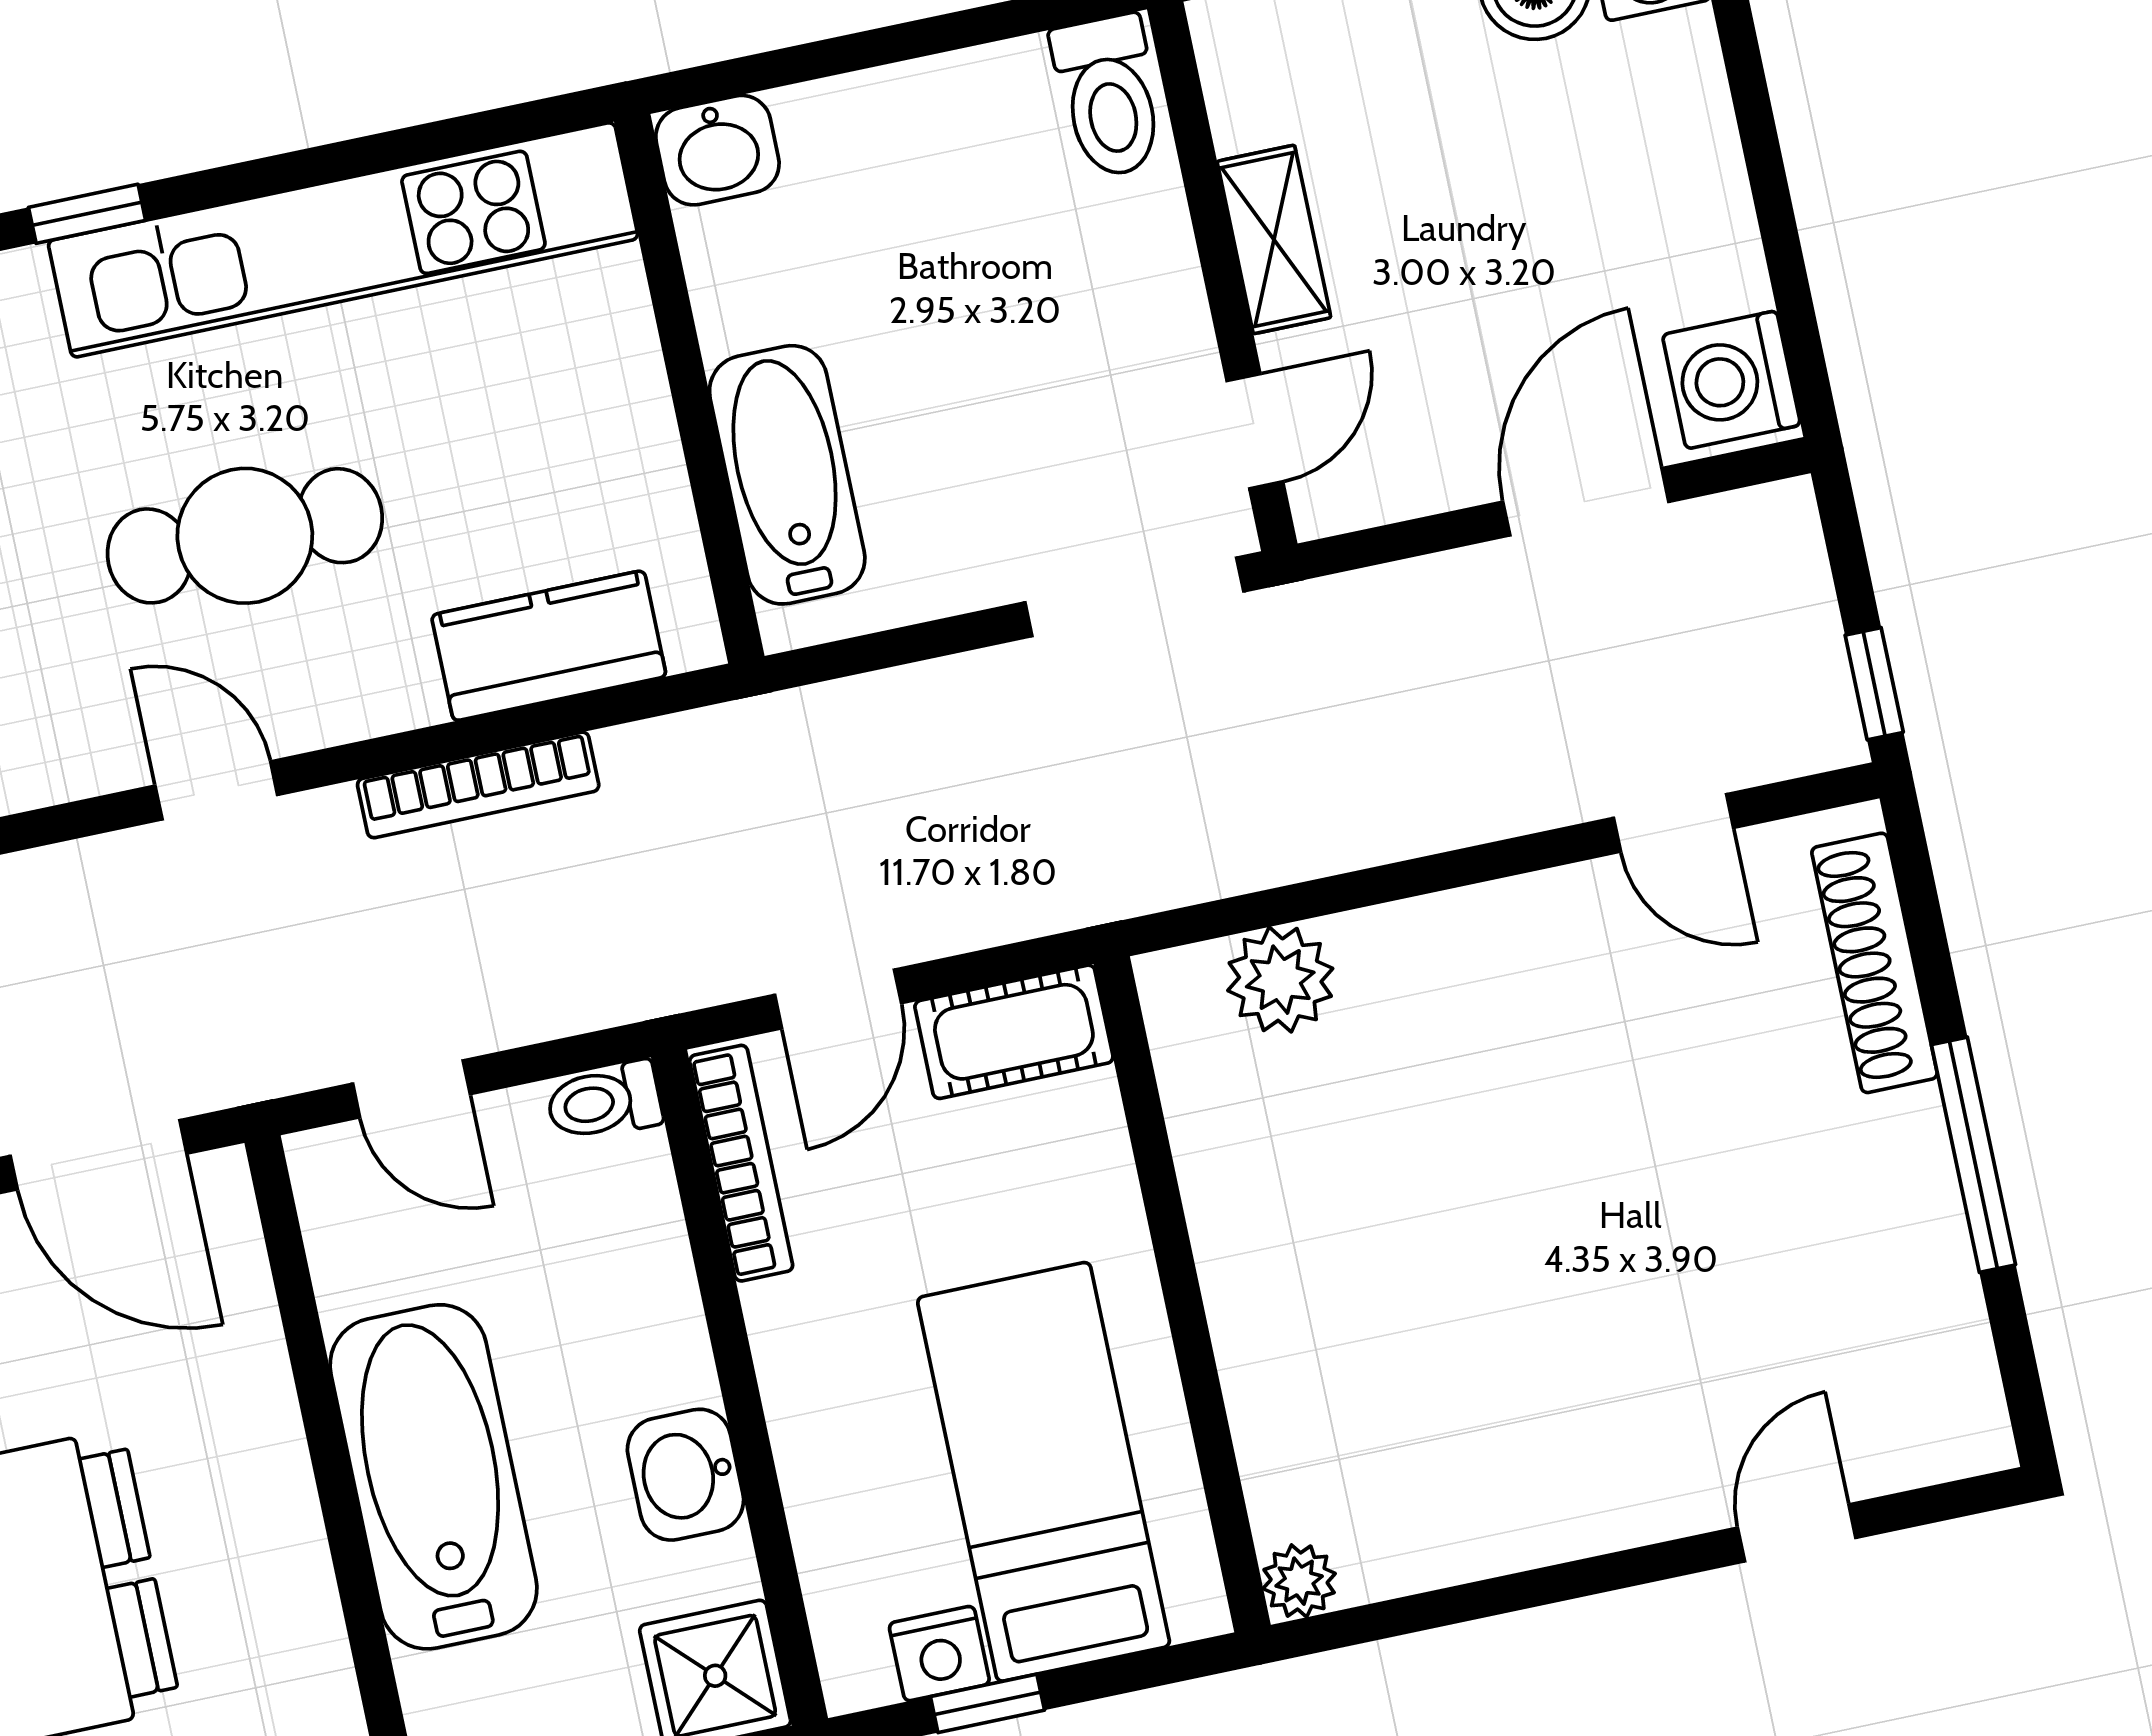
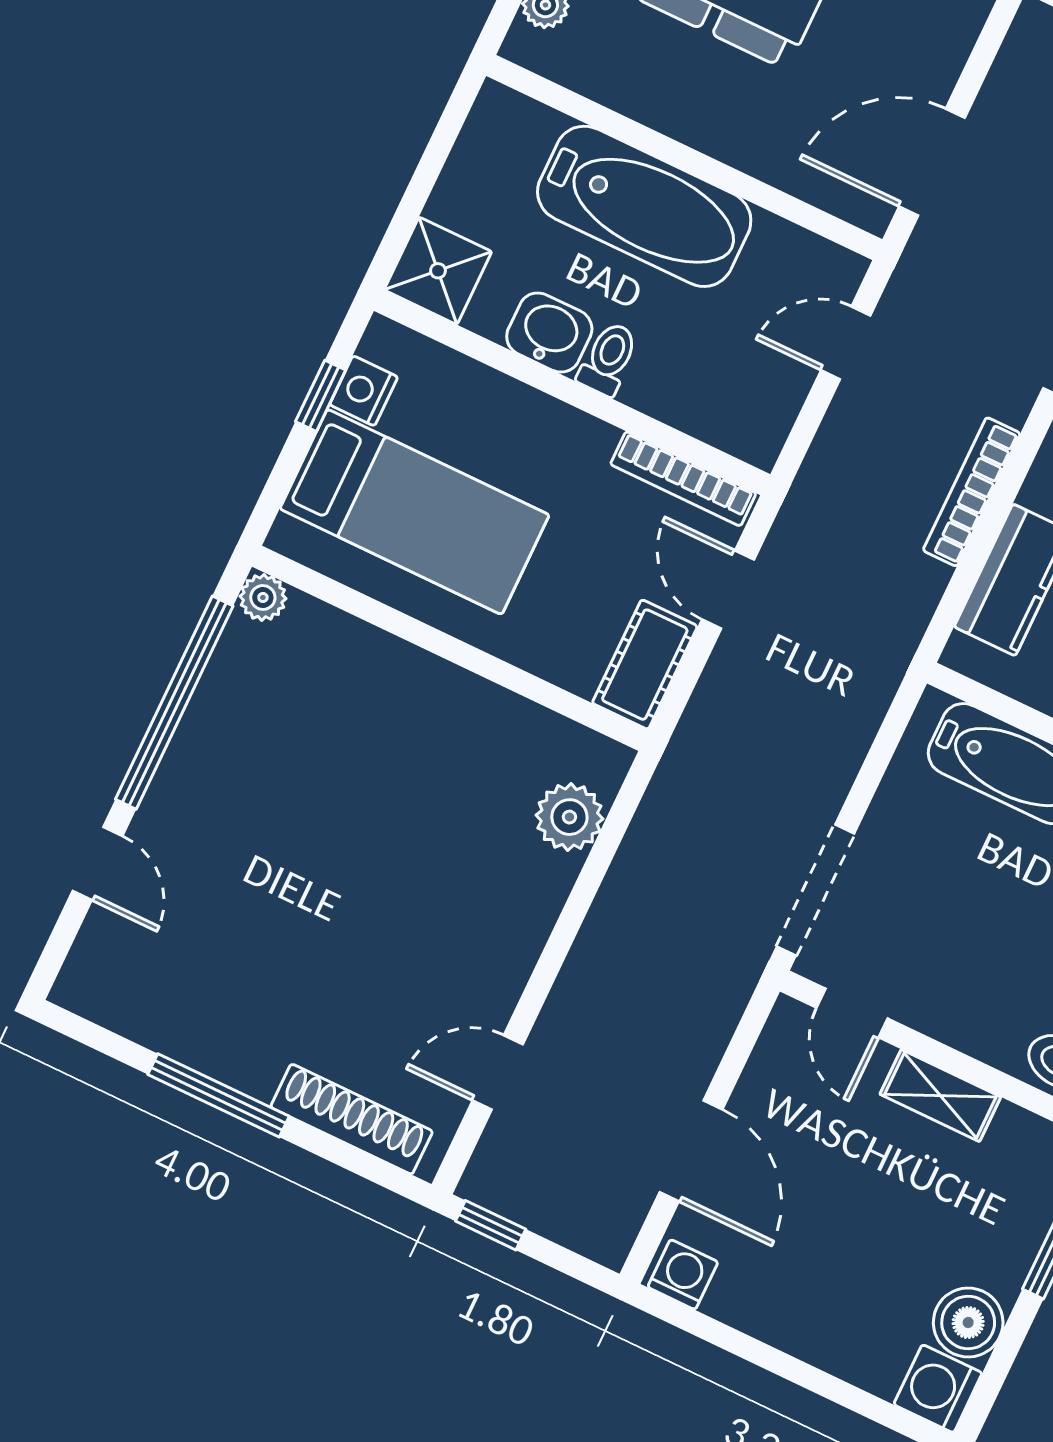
washing machine: (1731, 380) -> (683, 1275), width x0.73, depth x0.73
toilet: (604, 1102) -> (608, 359), moved
window: (1518, 1591) -> (174, 703), added

